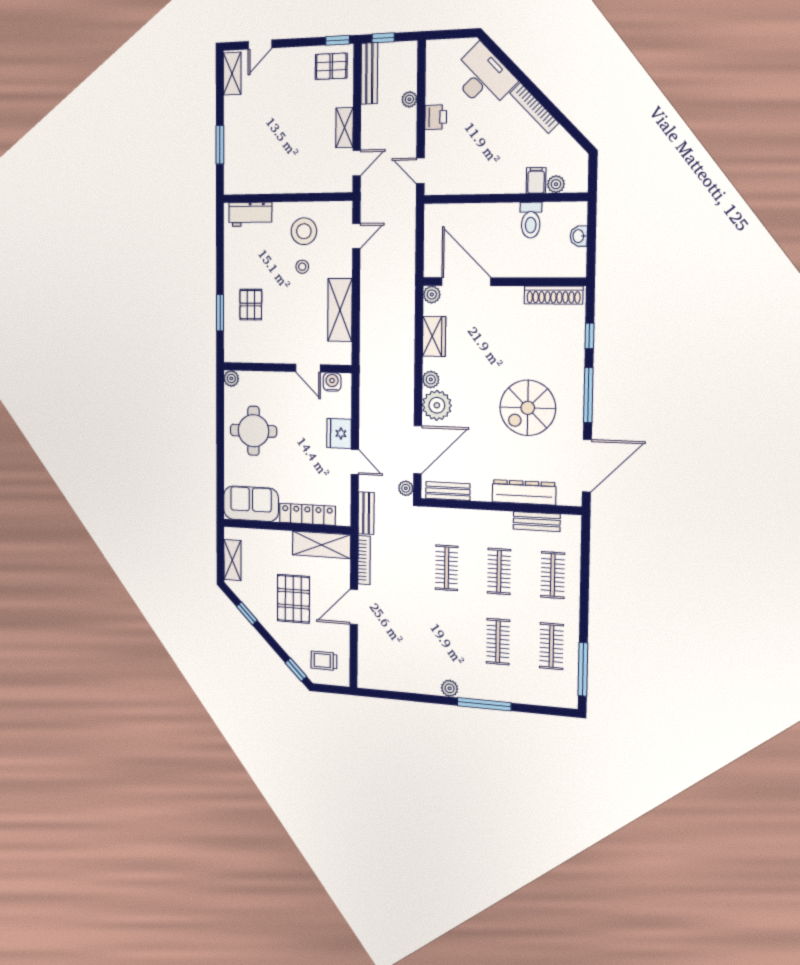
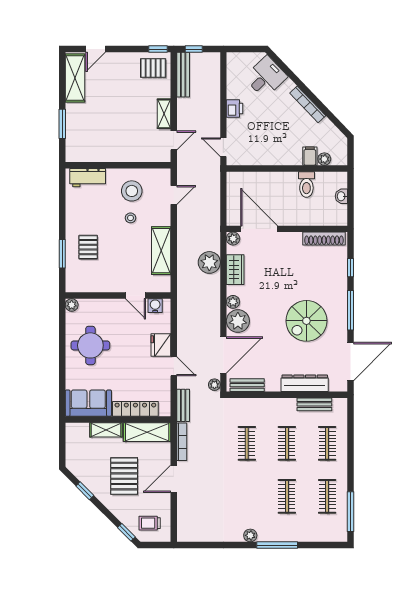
shelving: (232, 74) -> (75, 78), width x1.50, depth x1.33
desk: (483, 77) -> (266, 77), width x0.73
plant: (409, 99) -> (209, 262), moved, width x1.88, depth x1.88
shelving: (232, 560) -> (106, 430), moved, turned 90

